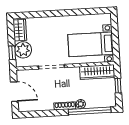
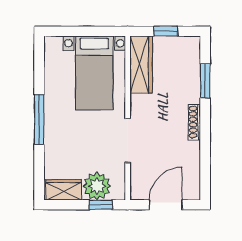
window: (61, 13) -> (39, 119), added
plant: (81, 104) -> (193, 95), removed
window: (90, 111) -> (205, 81), width x0.47

